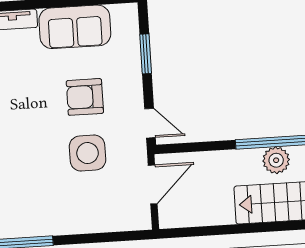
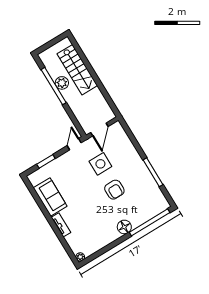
armchair: (85, 97) -> (114, 190), moved
door: (153, 184) -> (99, 130), swing flipped

